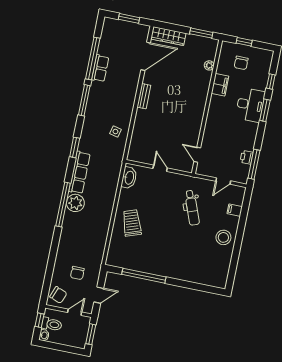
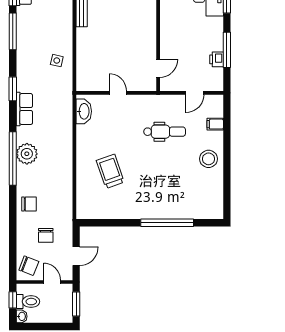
door: (197, 155) -> (158, 68), swing flipped
window: (254, 164) -> (227, 50), moved
row of seats: (79, 172) -> (24, 109), width x0.68
dental chair: (192, 208) -> (165, 132), turned -69
trolley: (132, 223) -> (110, 171), moved
chair: (69, 245) -> (29, 204), added
window: (144, 276) -> (167, 223), moved
door: (75, 312) -> (52, 282), hinge flipped

